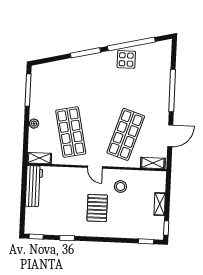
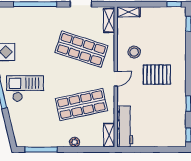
checkout: (89, 77) -> (25, 89), added
workbench: (34, 186) -> (125, 126), moved, turned 90
shelving: (160, 204) -> (129, 12), moved

